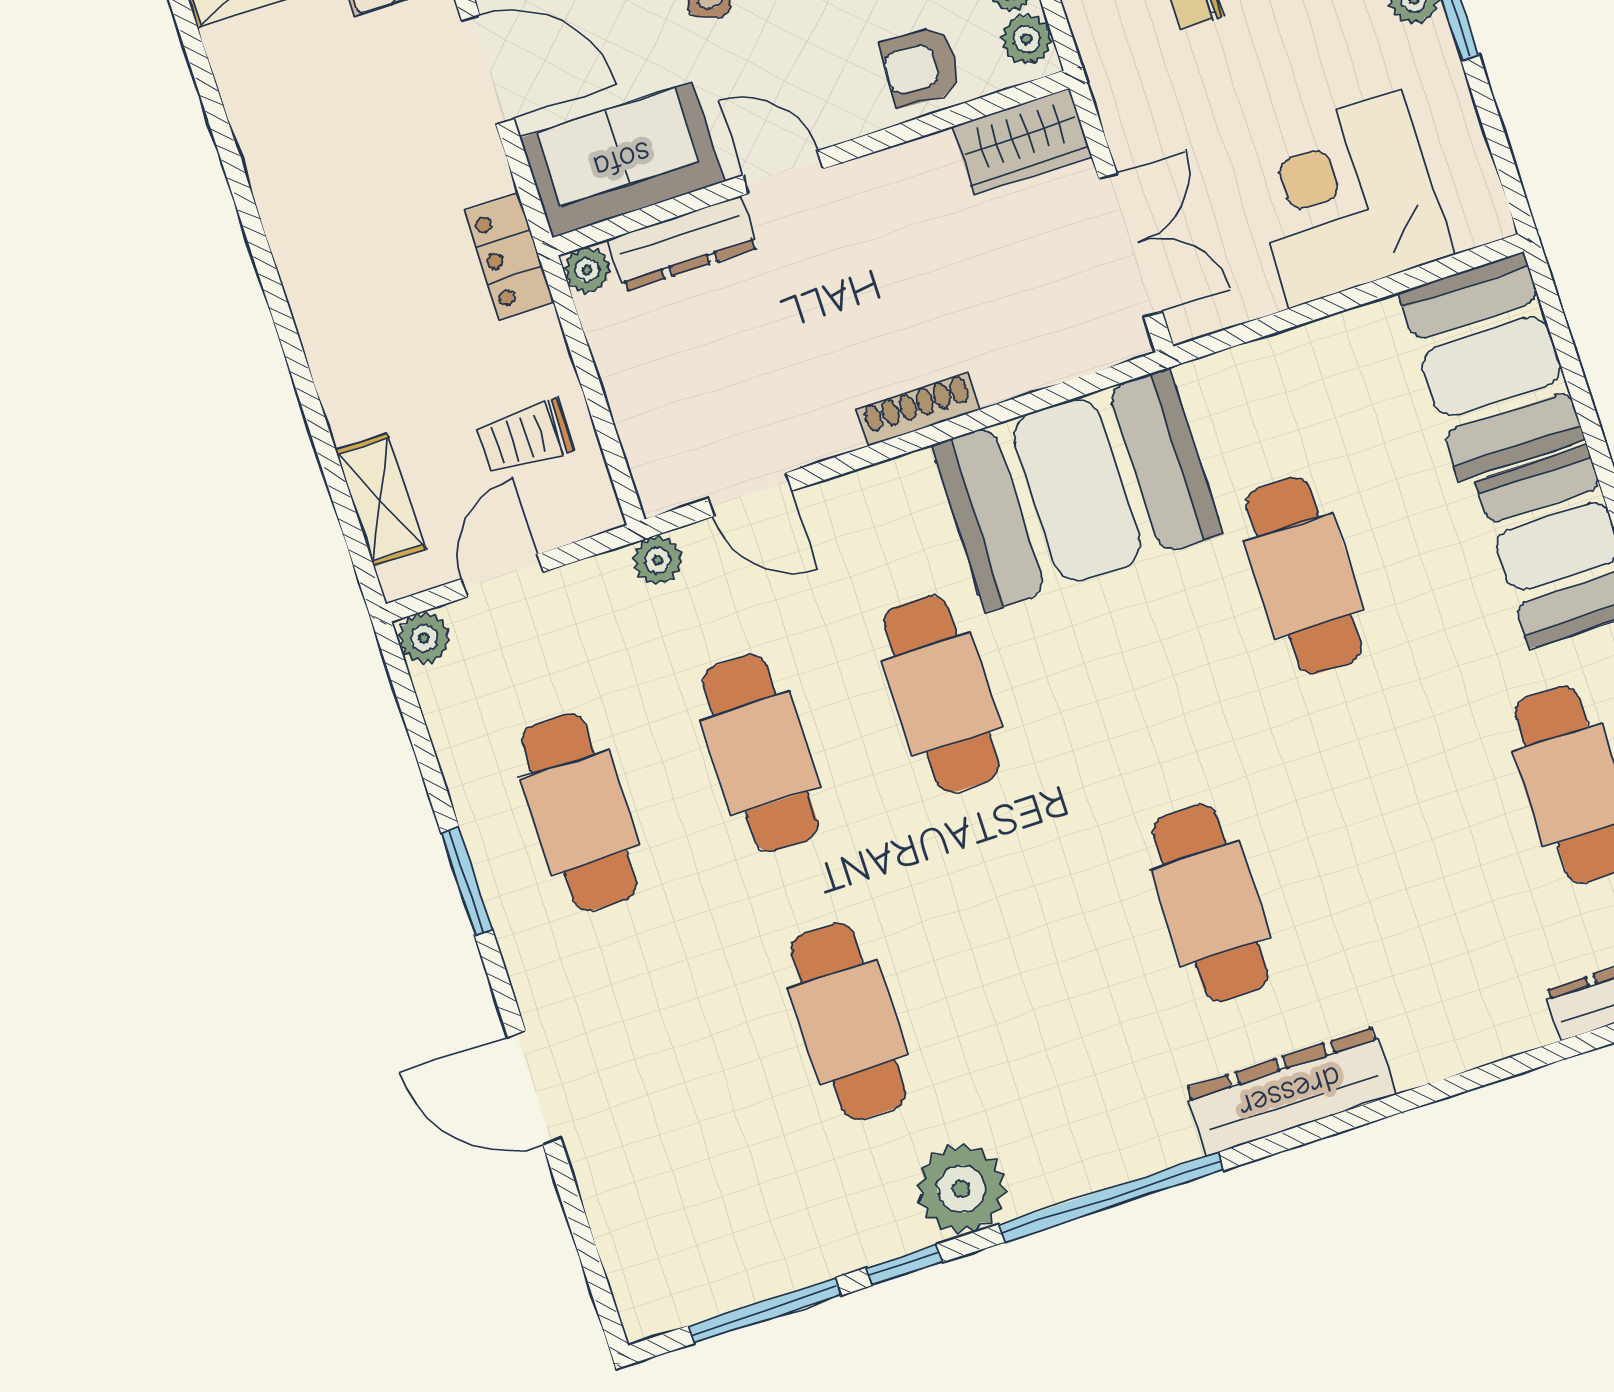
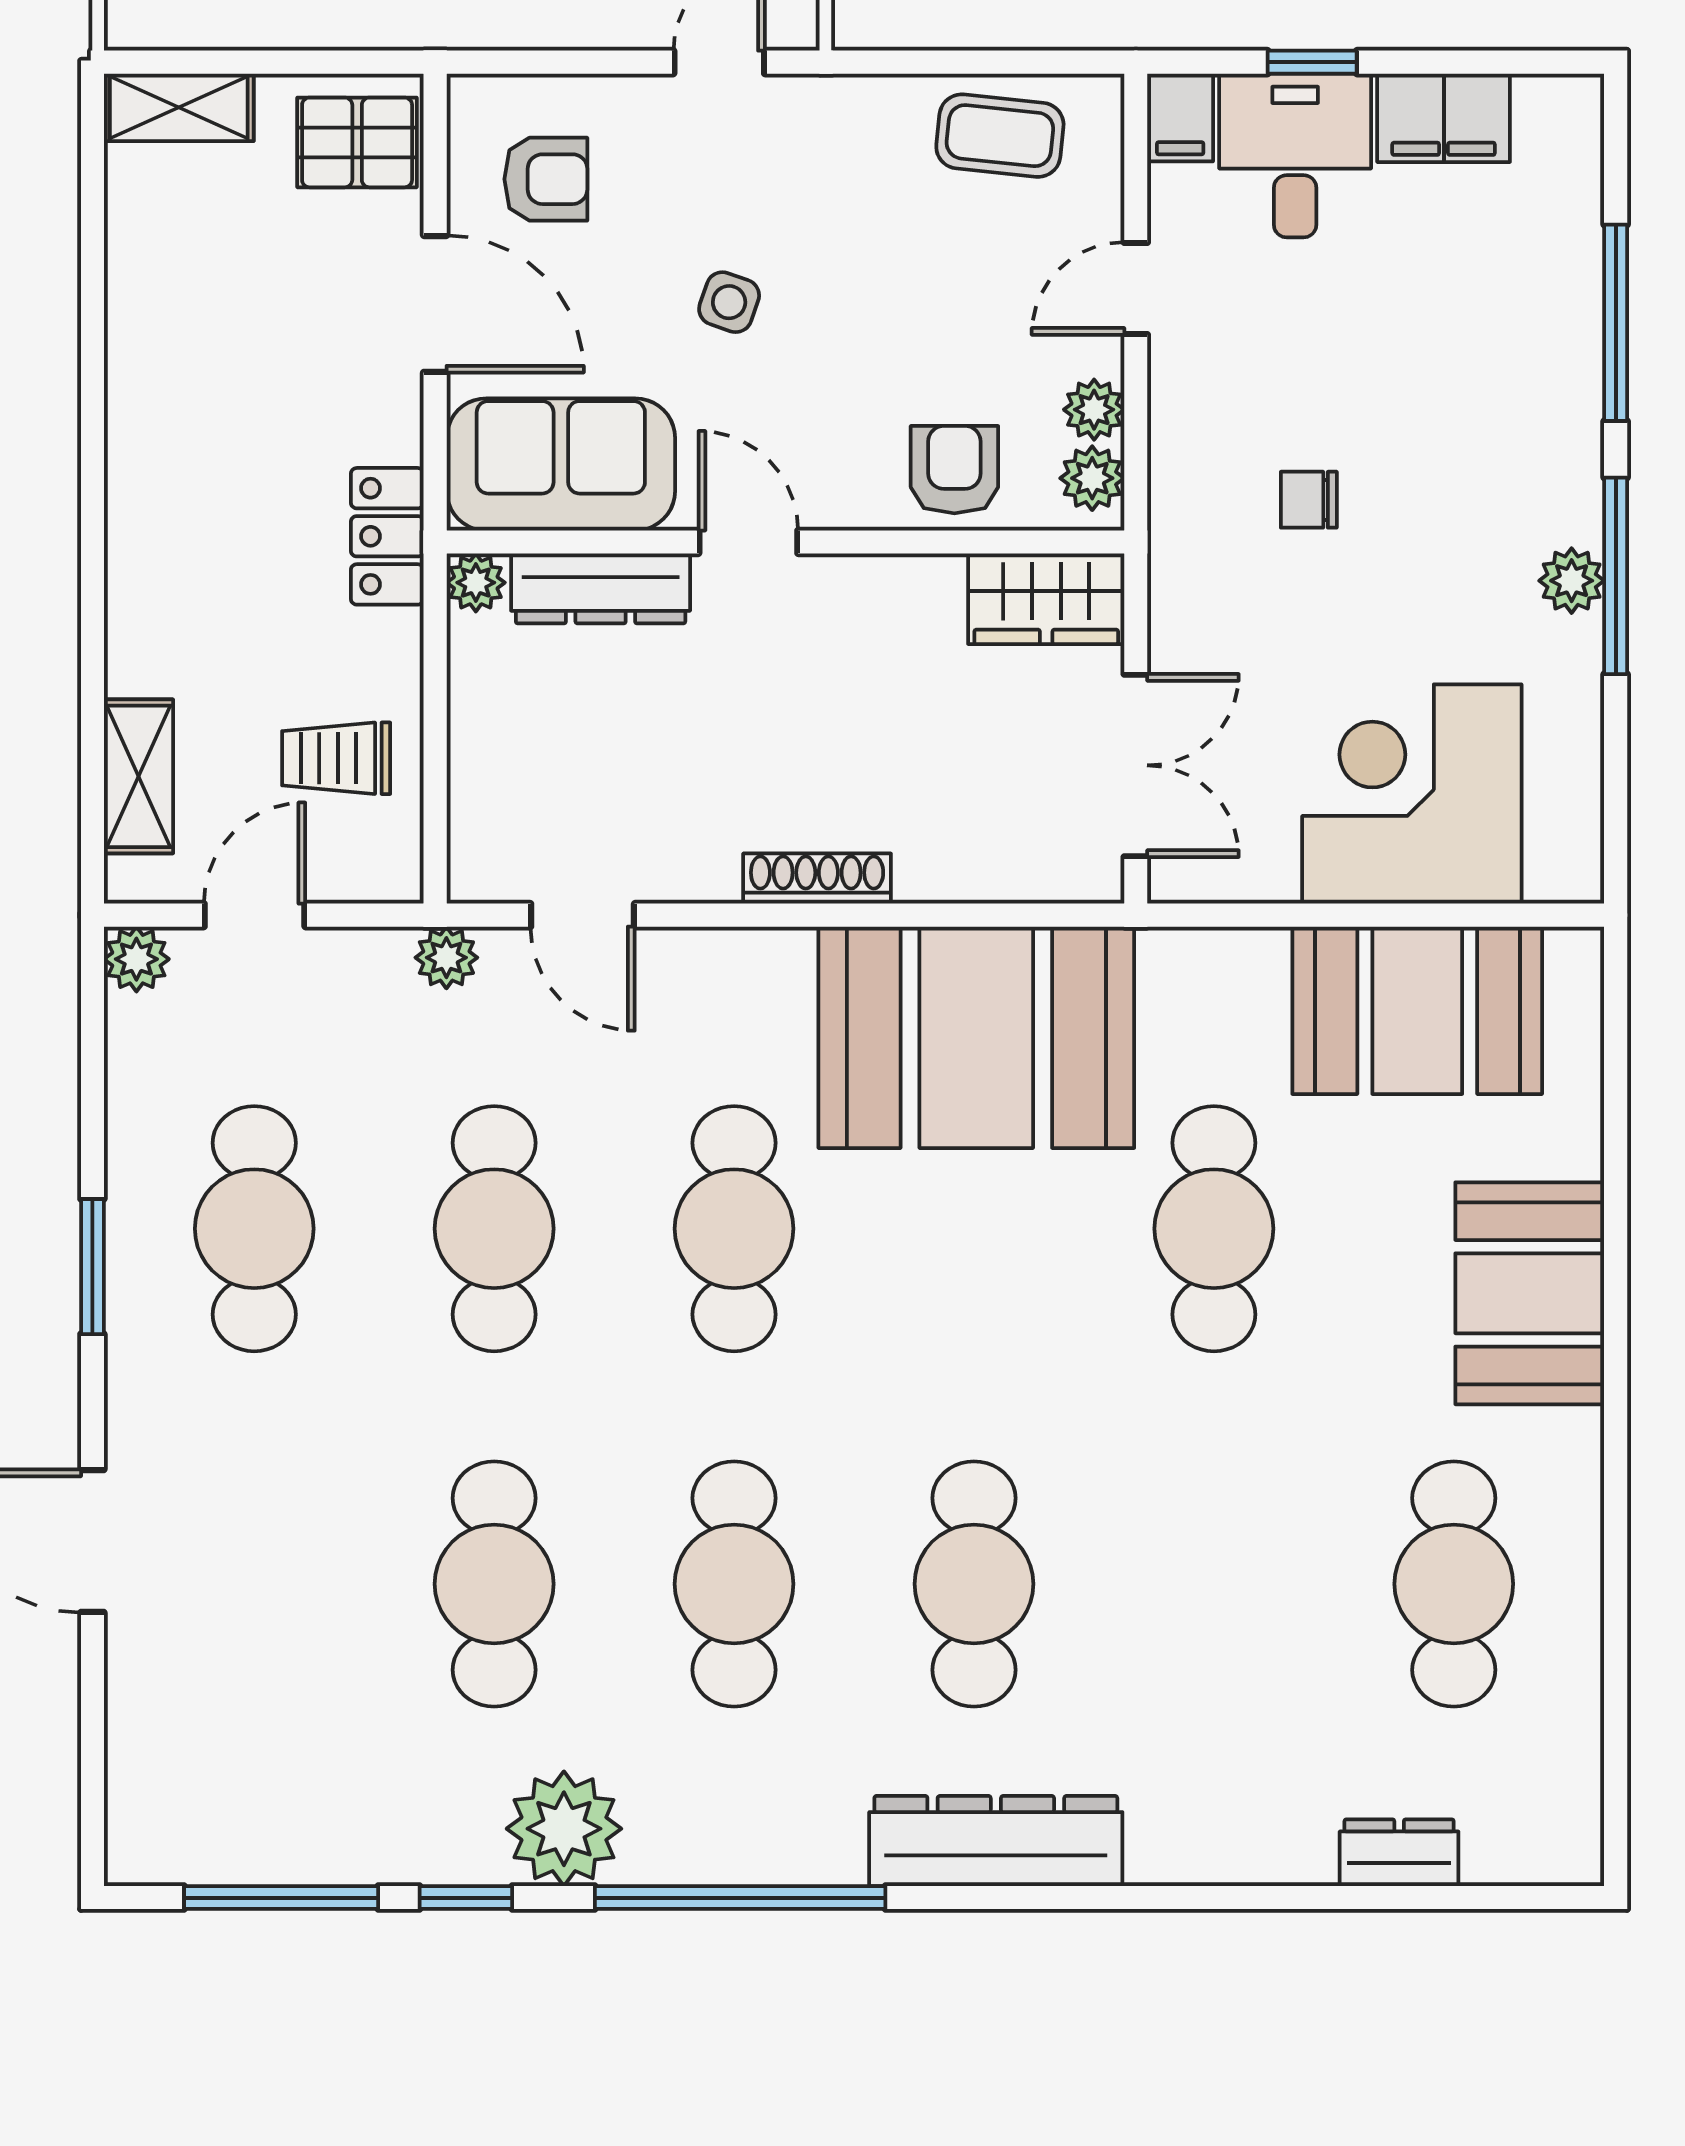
armchair: (921, 67) -> (954, 470), turned 87
booth: (1491, 366) -> (1417, 1010), moved, turned 90
cafe table: (1029, 962) -> (734, 1584), added

